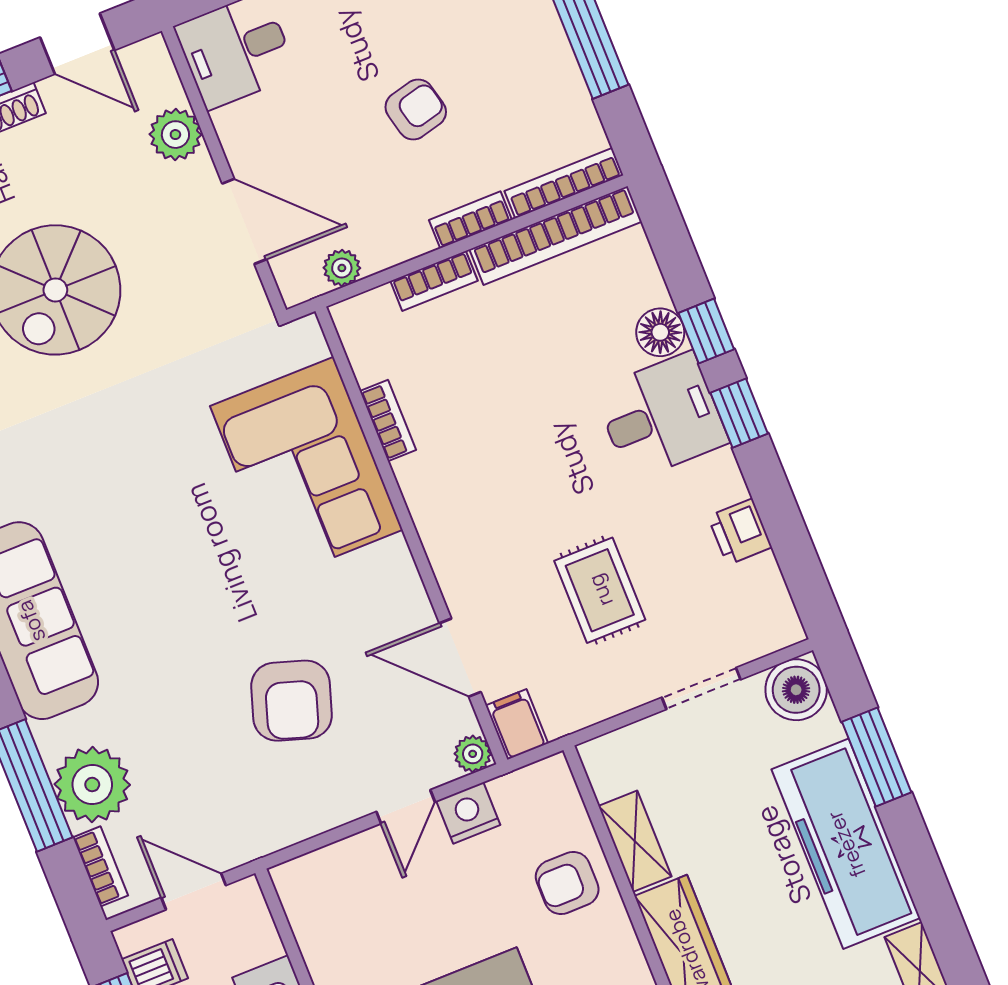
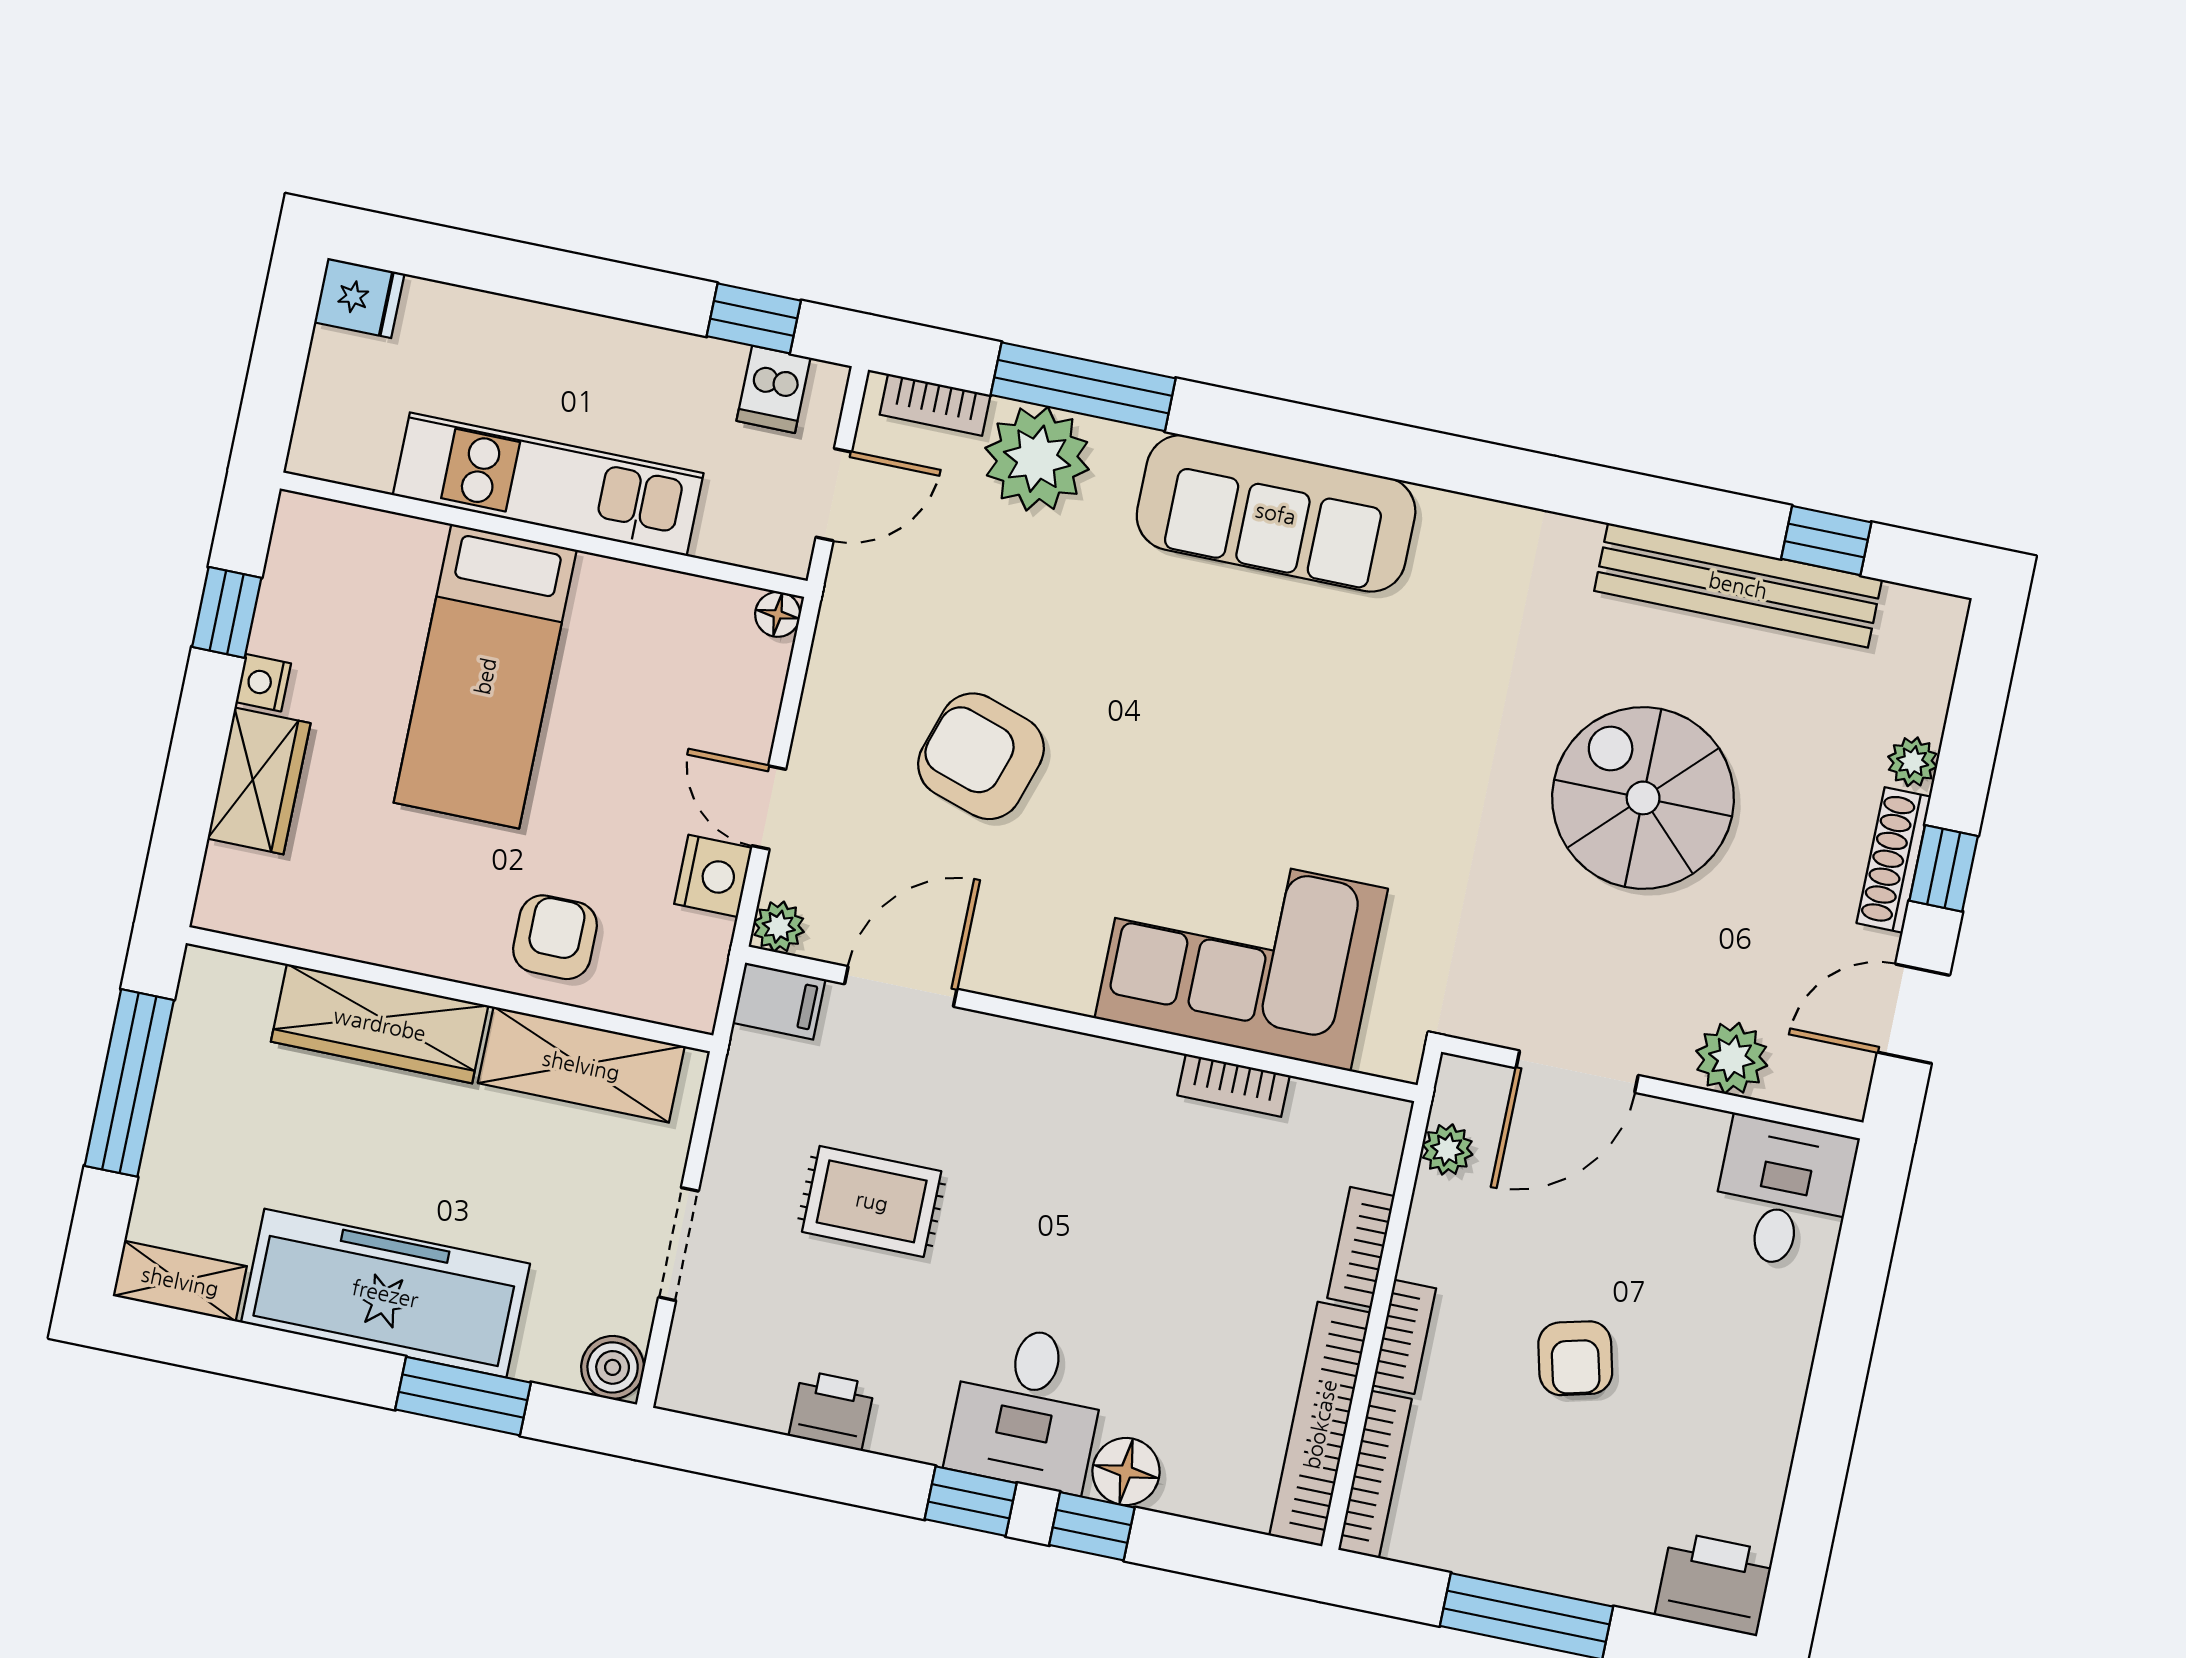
boiler: (796, 690) -> (613, 1367), width x0.73, depth x0.73
shelving: (635, 841) -> (581, 1065), width x1.50, depth x1.33
floor lamp: (287, 878) -> (778, 614), added

